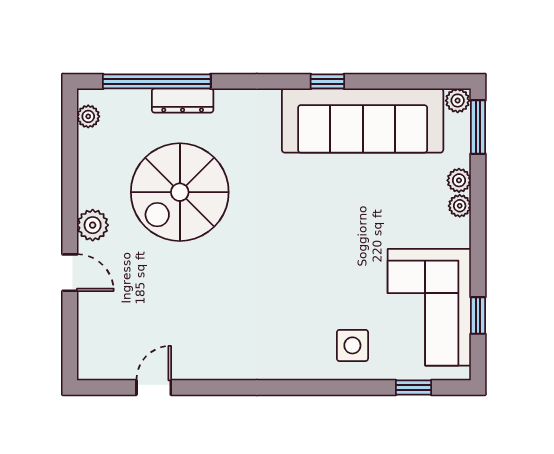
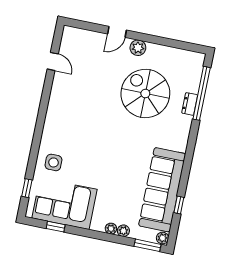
window: (327, 81) -> (179, 205), moved
dresser: (183, 101) -> (190, 104), width x0.70
plant: (88, 116) -> (191, 56), removed

